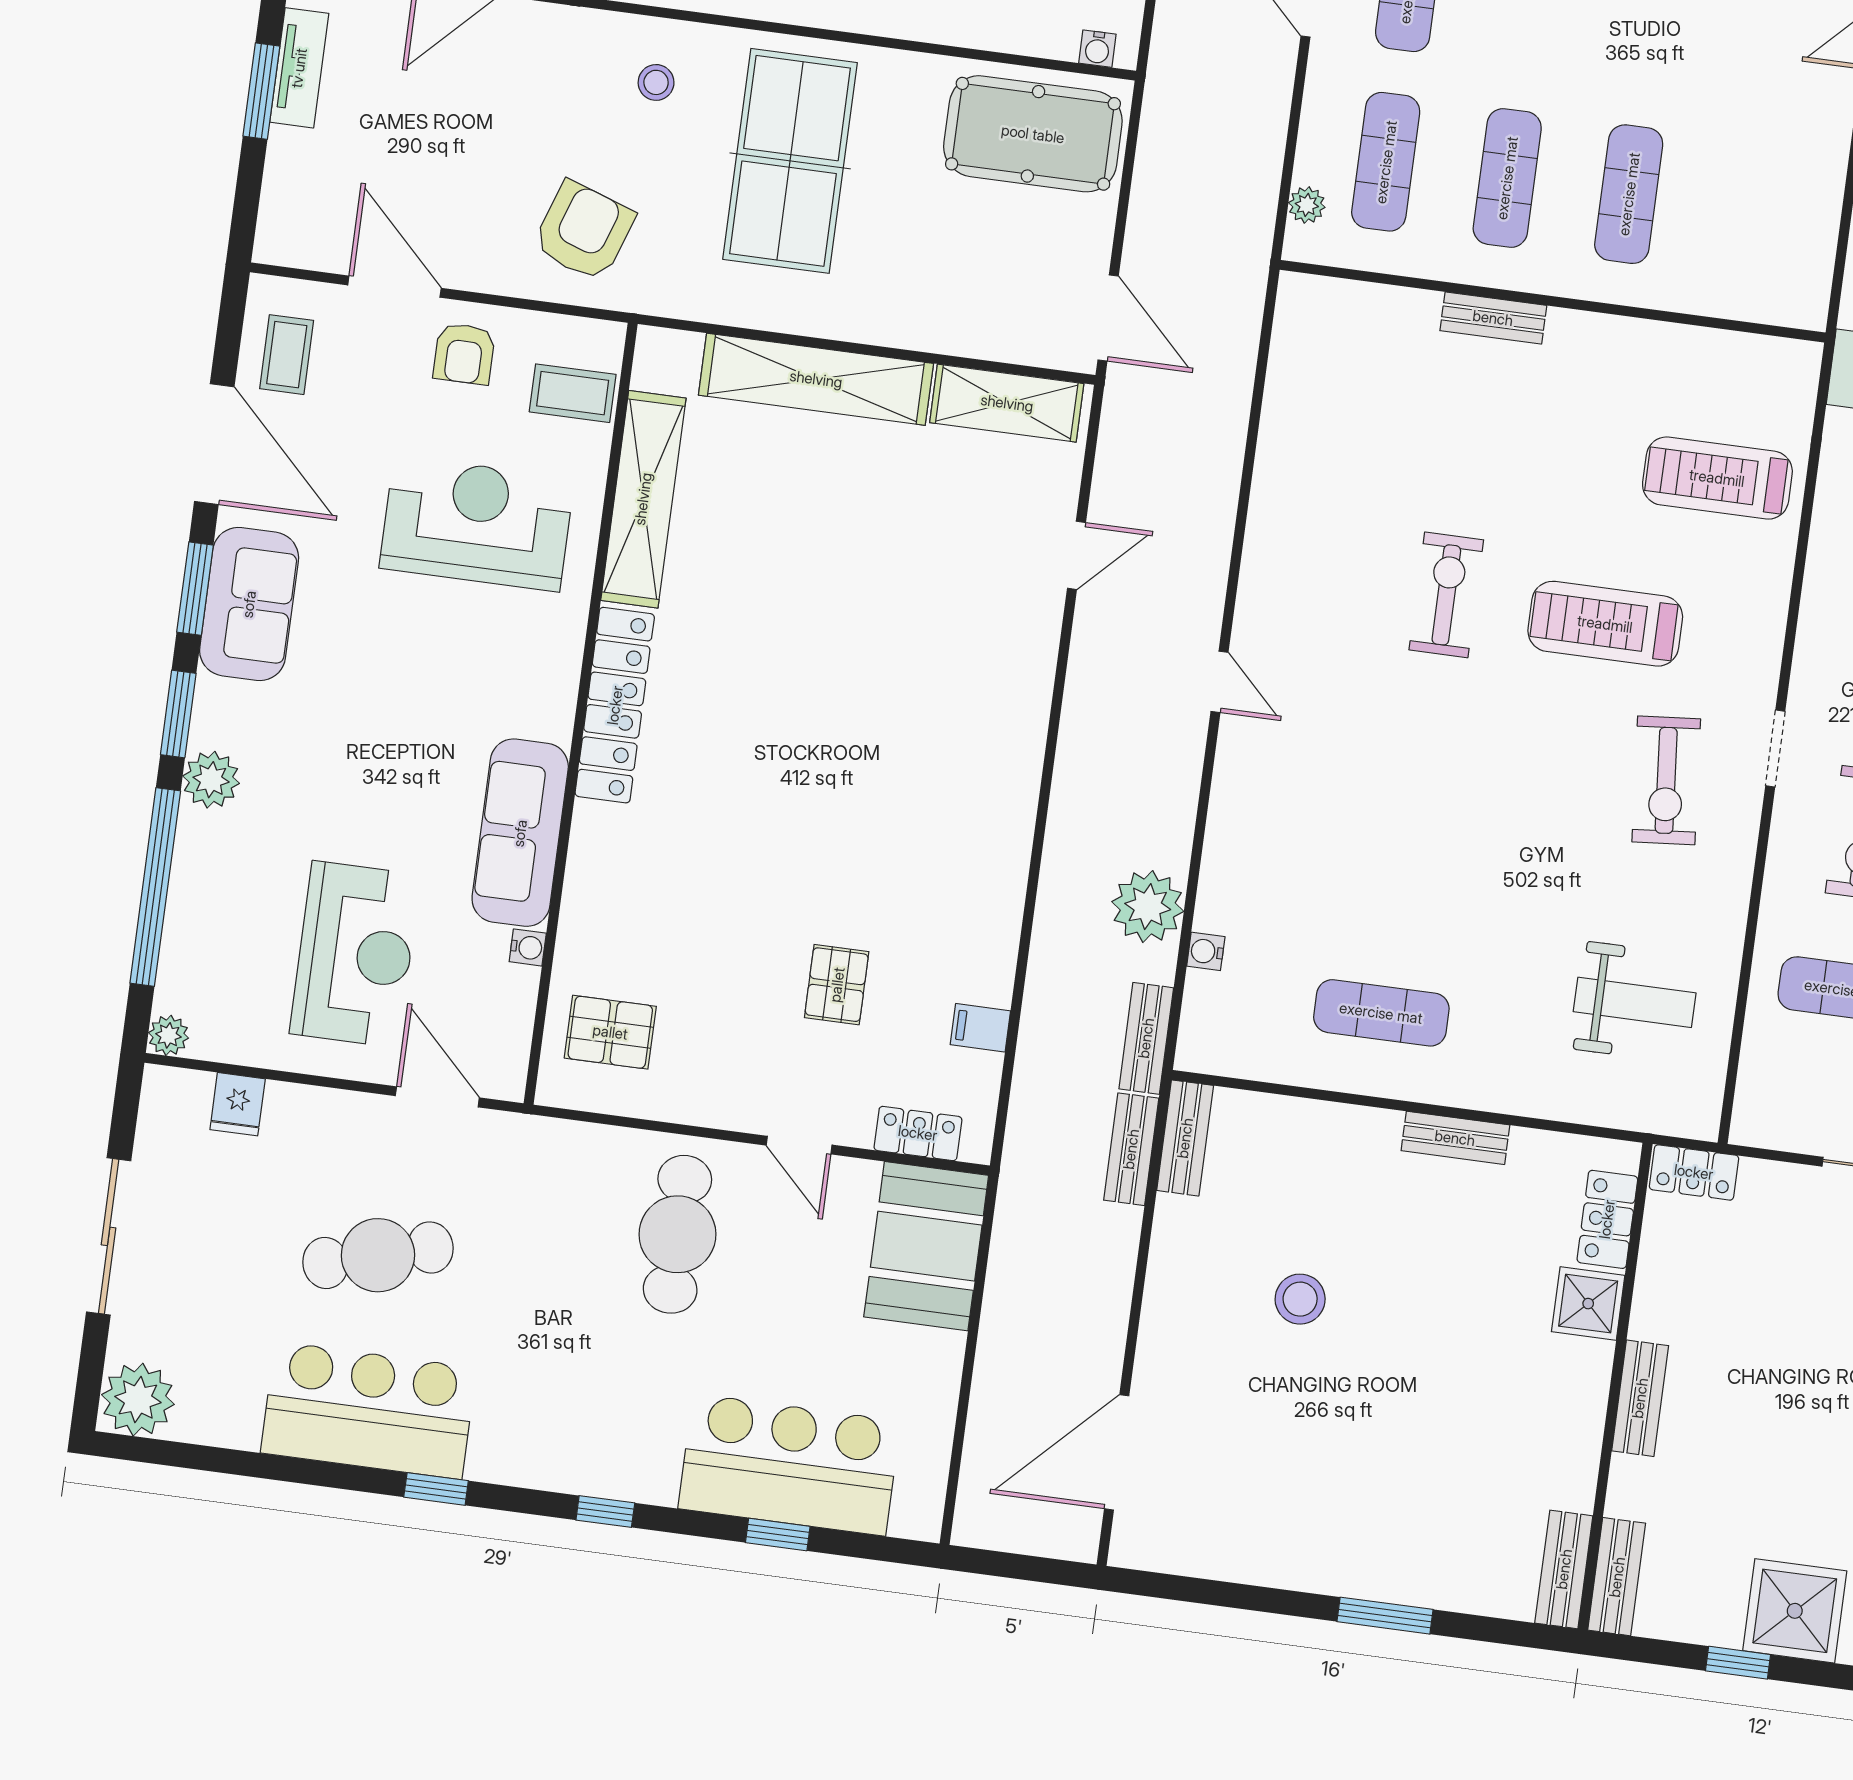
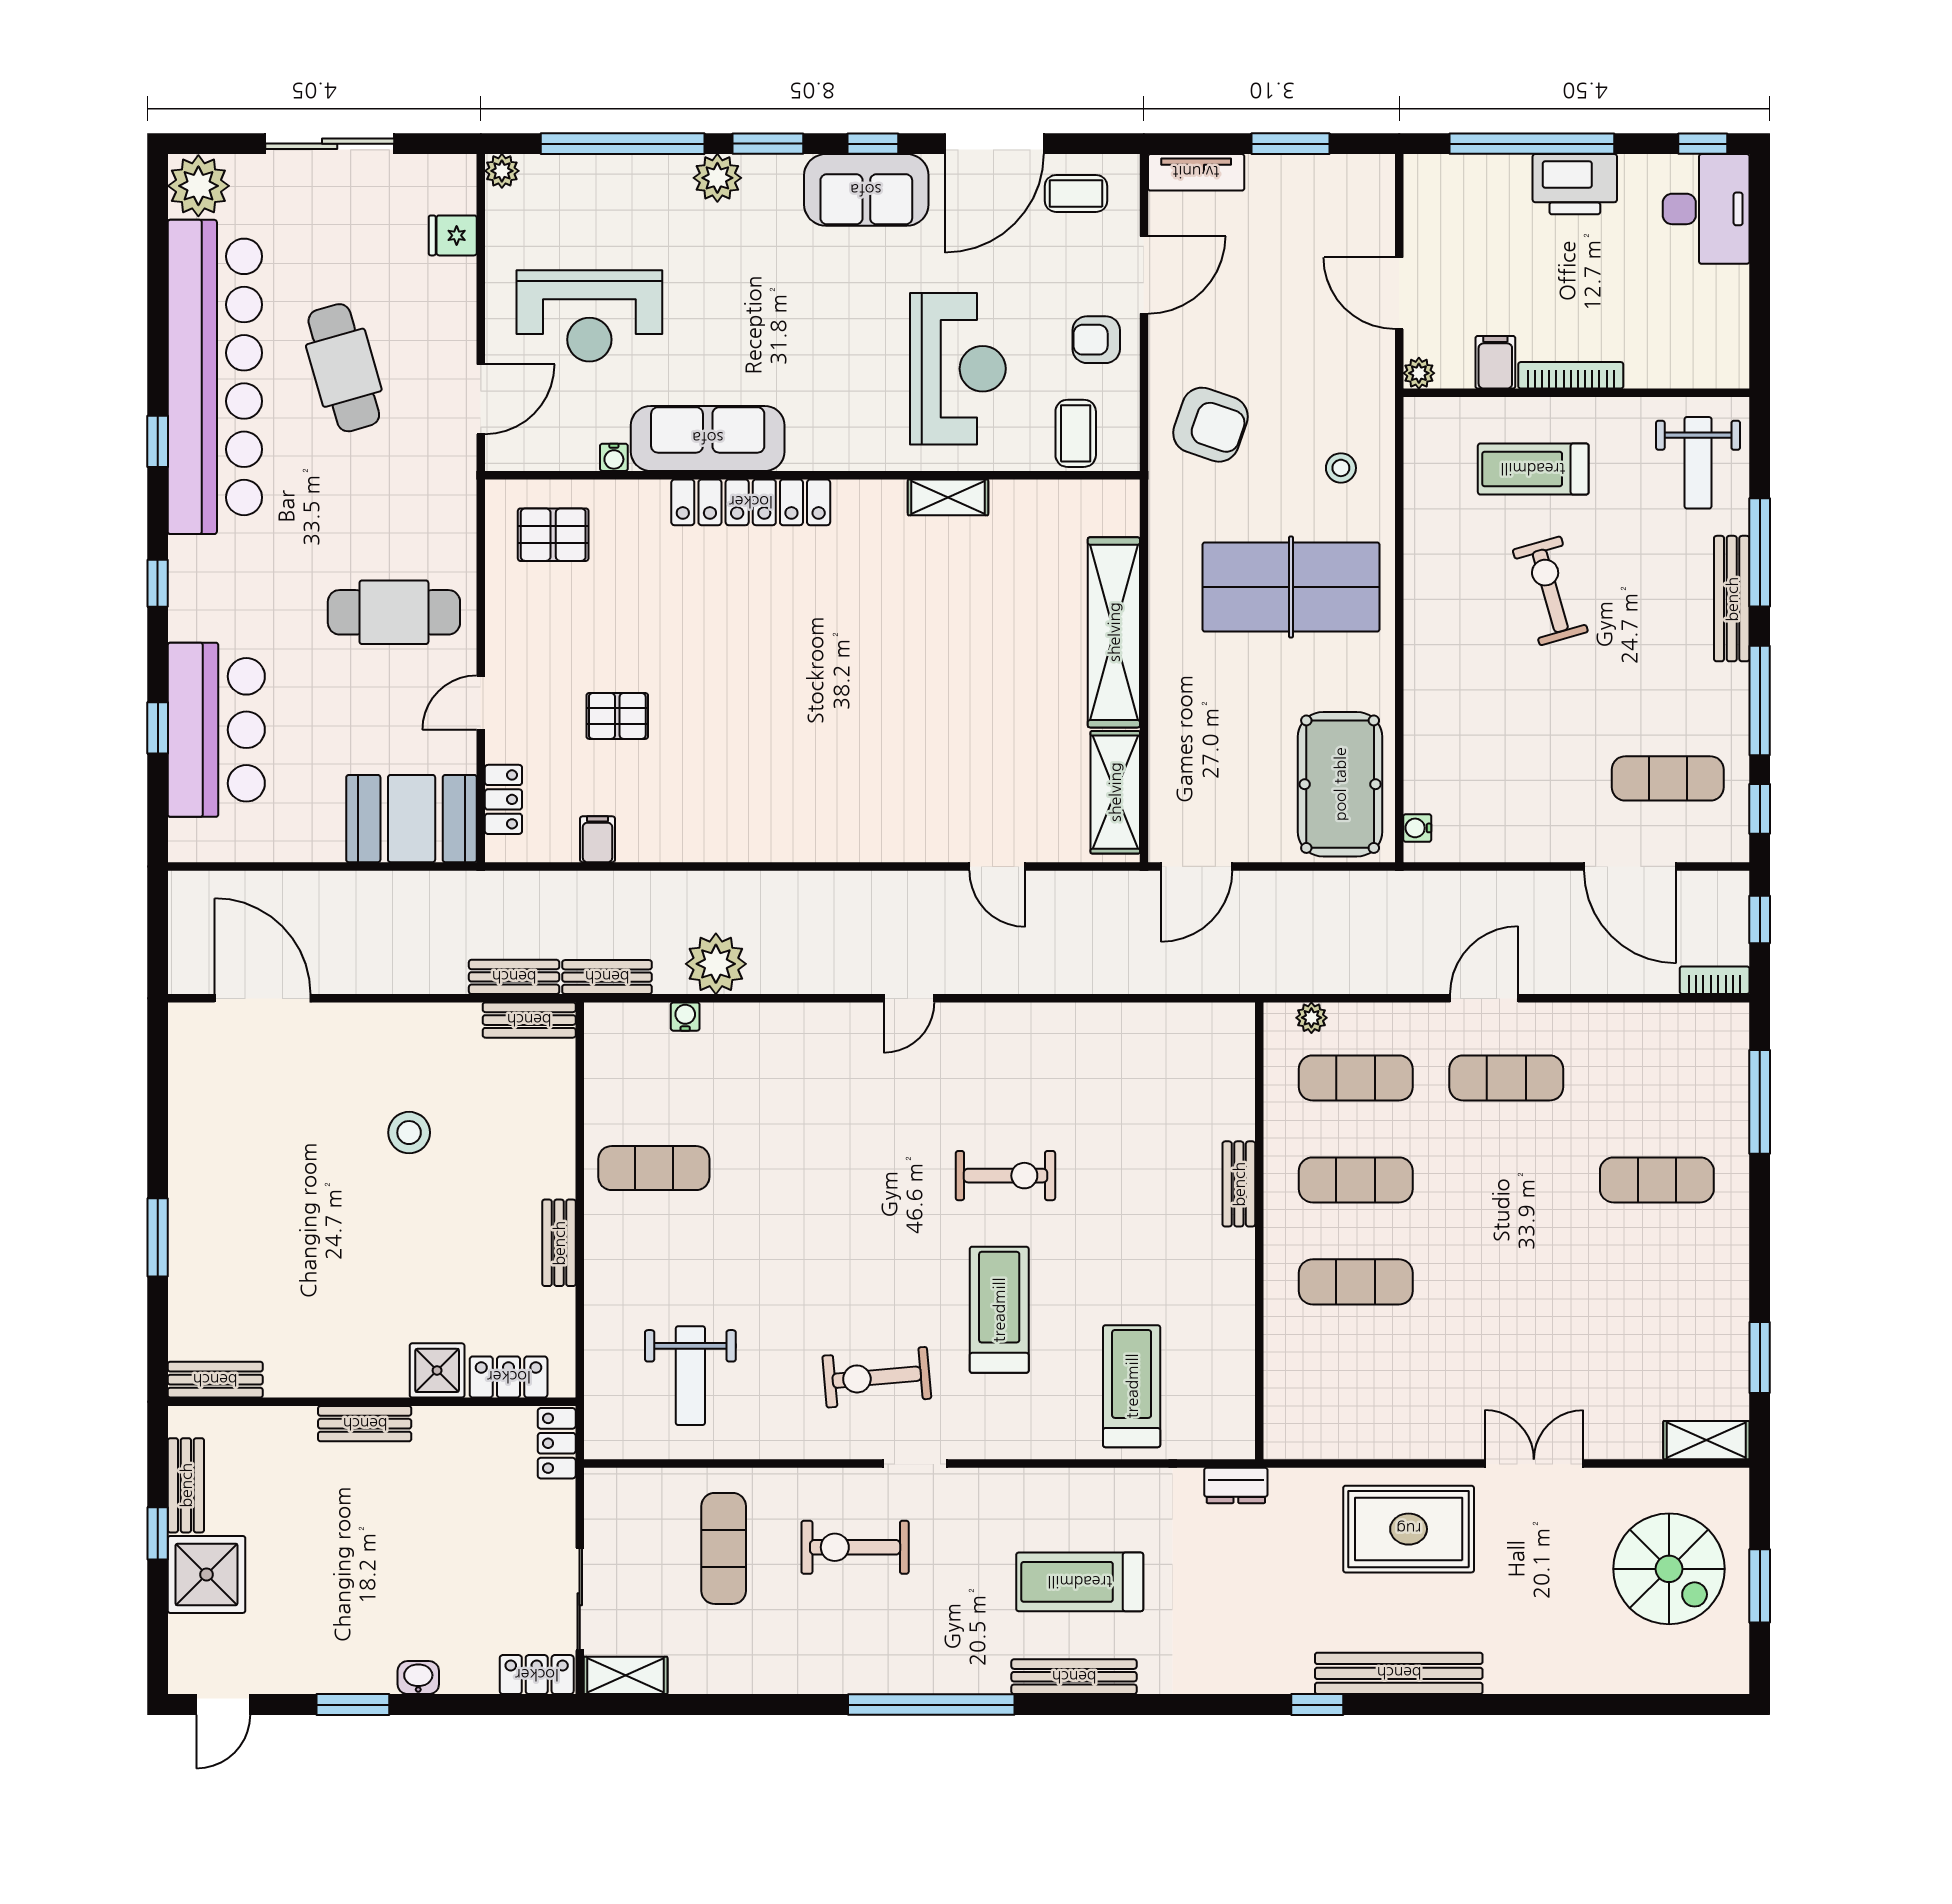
tv unit: (299, 68) -> (1196, 172), moved
shelving: (643, 499) -> (948, 497), width x0.45, depth x0.75
window: (195, 589) -> (873, 144), width x0.67
locker: (615, 705) -> (751, 502), moved
exercise mat: (1381, 1013) -> (654, 1168), turned 90
pallet: (610, 1032) -> (553, 535), turned 90
bar counter: (368, 1410) -> (215, 377), width x1.86
bench: (1617, 1577) -> (186, 1485), moved, turned 90

